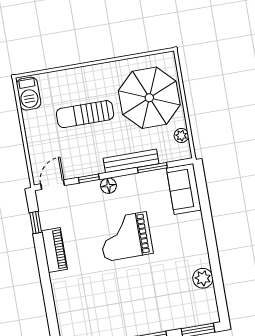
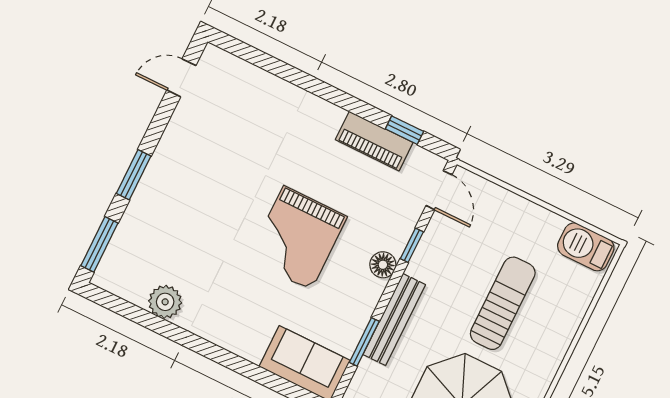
grand piano: (125, 237) -> (297, 238), turned 180
piano: (54, 250) -> (374, 141), moved

